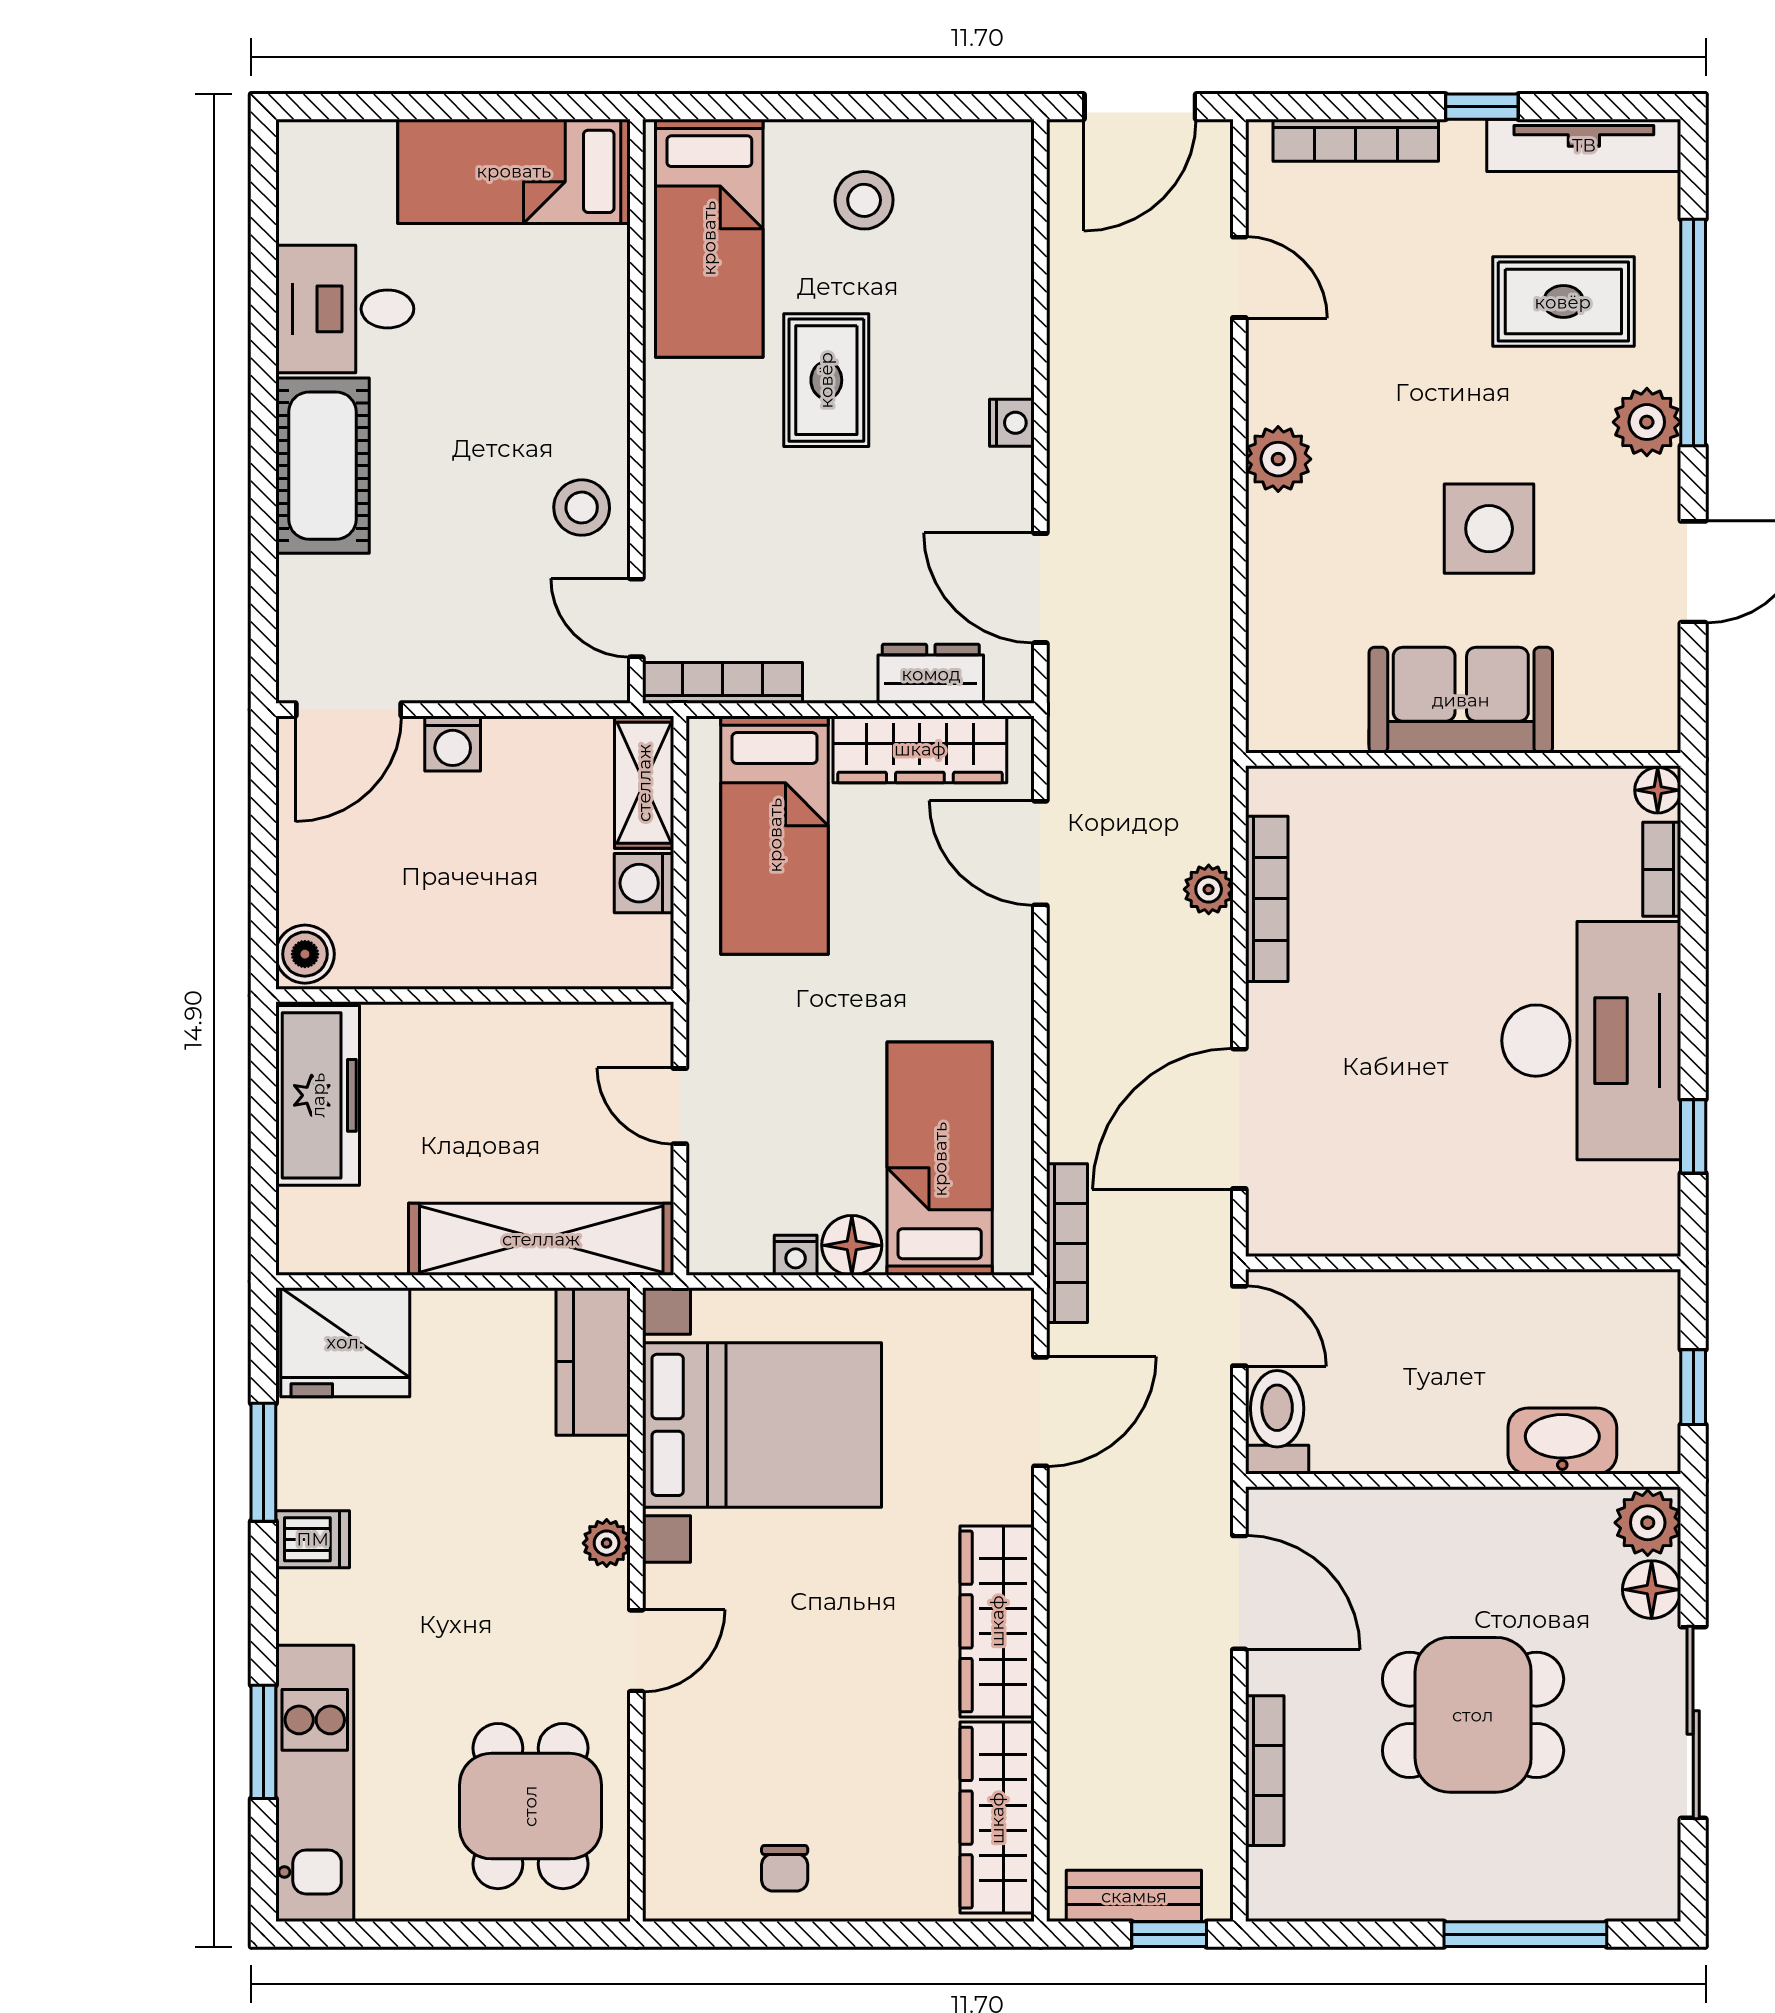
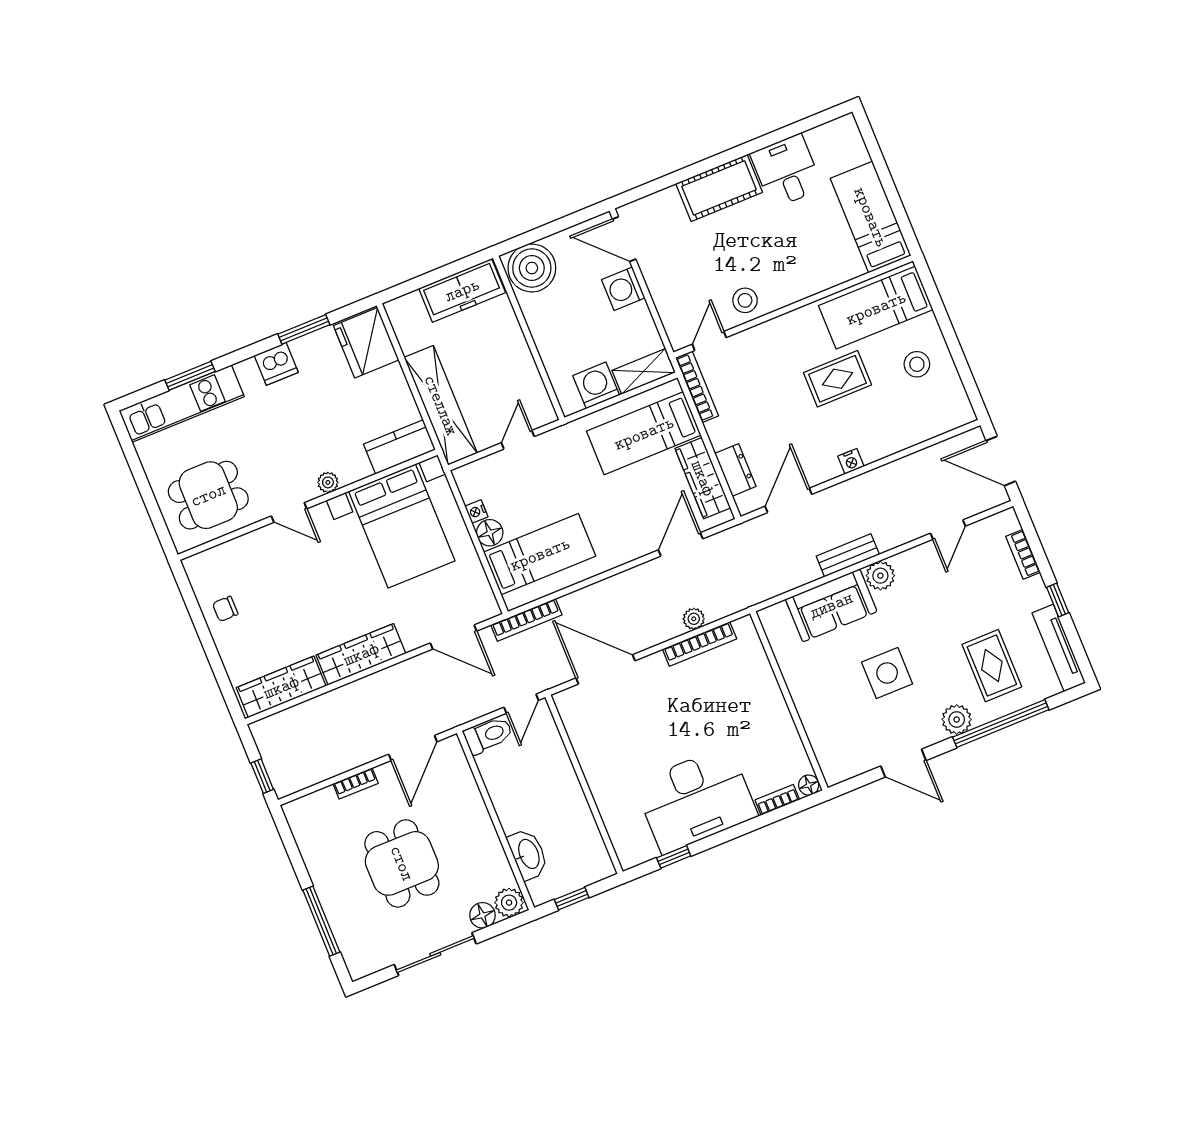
bookcase: (1356, 140) -> (1023, 554), width x0.64
sofa: (1461, 700) -> (831, 605), moved, turned 90
washing machine: (453, 743) -> (623, 289), width x1.38, depth x1.38
washing machine: (644, 883) -> (596, 385), width x1.38, depth x1.38
boiler: (305, 954) -> (532, 268), width x1.86, depth x1.86
dishwasher: (313, 1539) -> (276, 364), width x1.38
bookcase: (1265, 1771) -> (356, 783), width x0.64
bench: (1134, 1896) -> (848, 555), moved, turned 90

